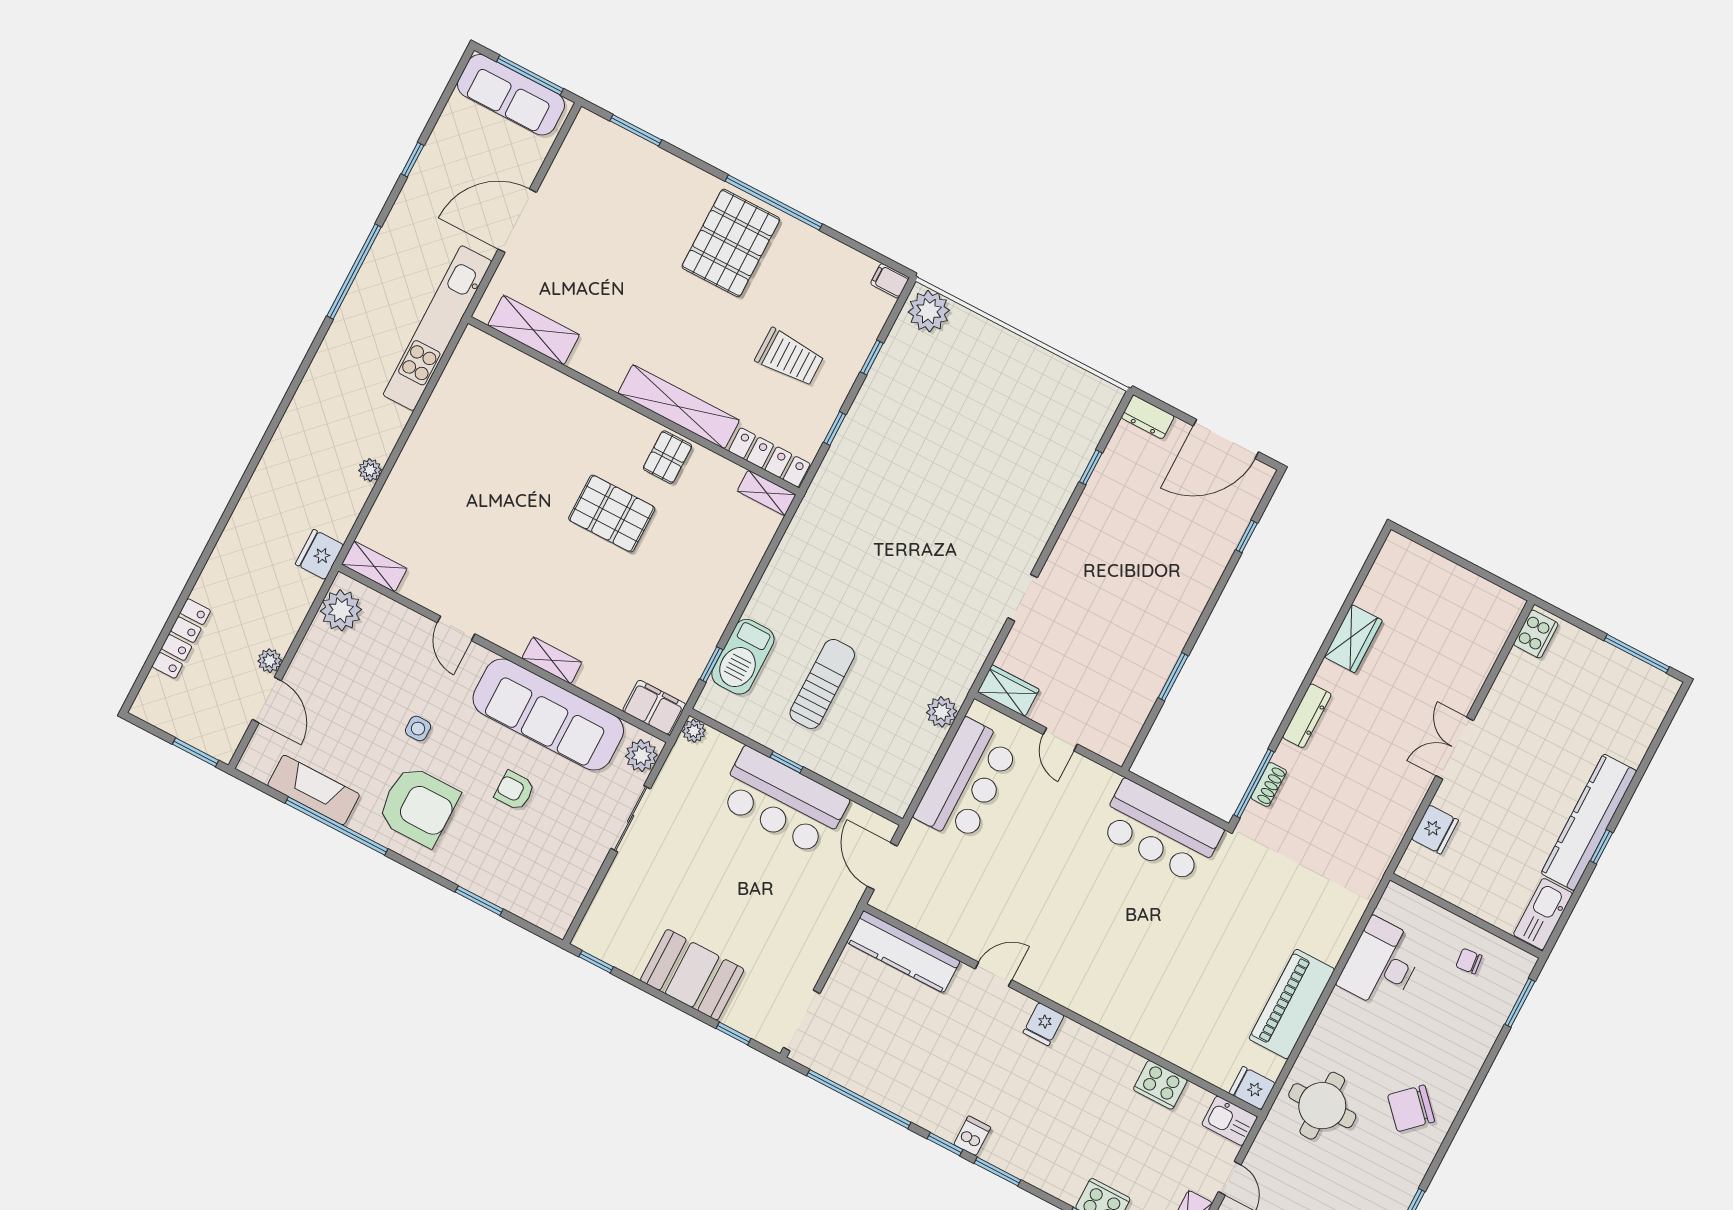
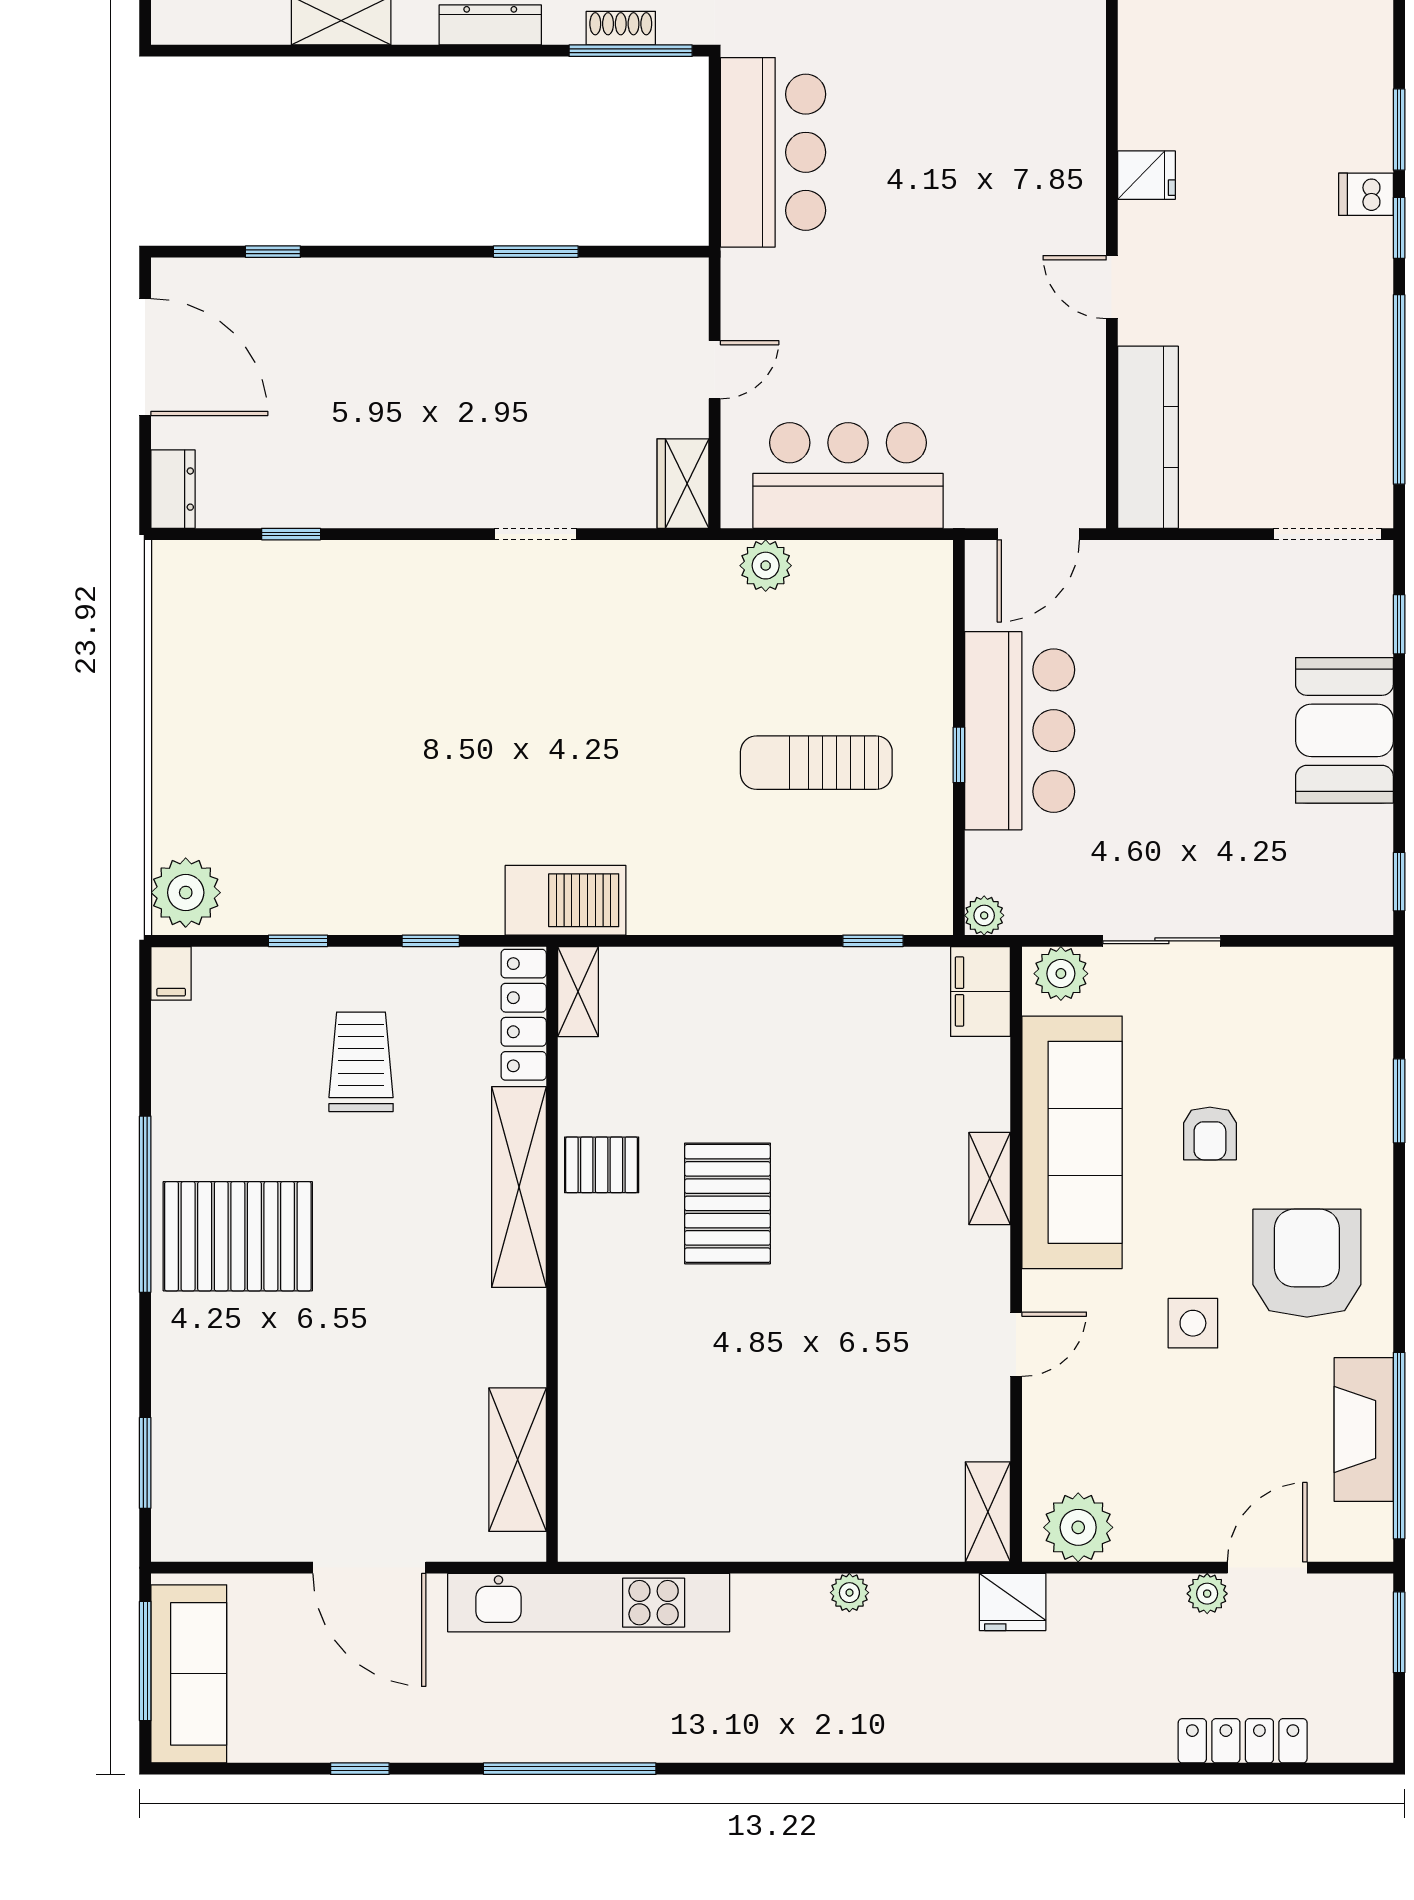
barbecue: (743, 657) -> (566, 900), moved
side table: (418, 729) -> (1193, 1323), width x1.37, depth x1.37
window: (337, 826) -> (1399, 1446), moved

